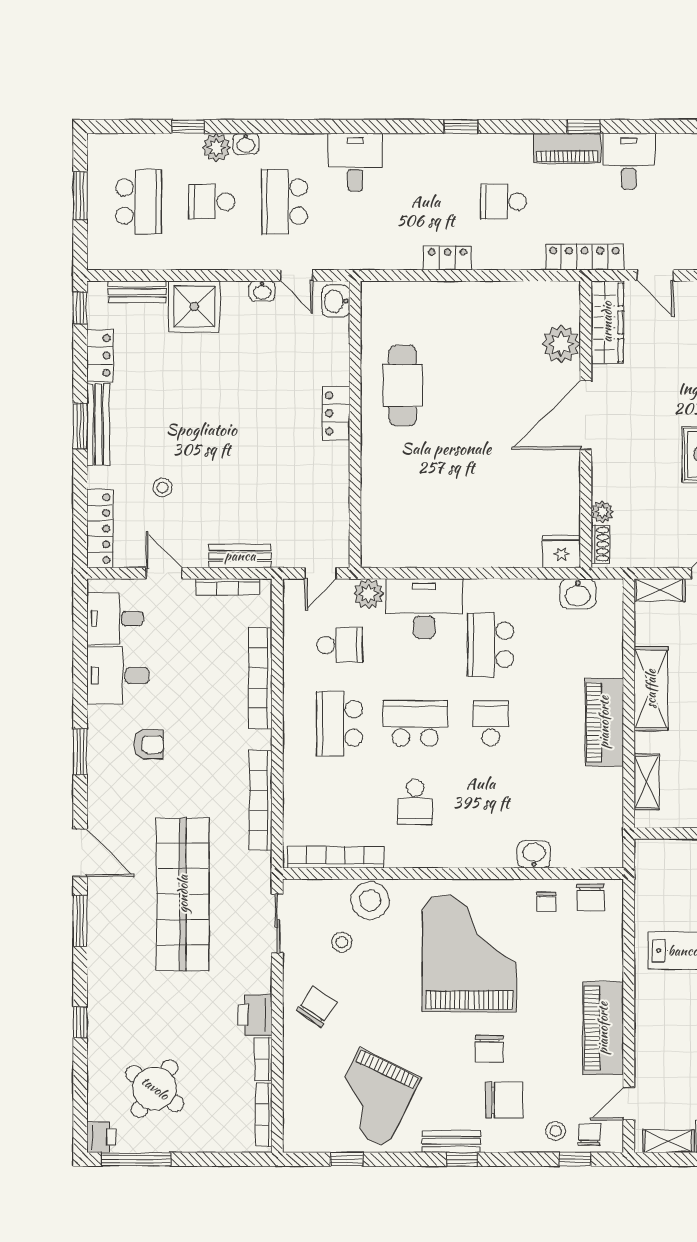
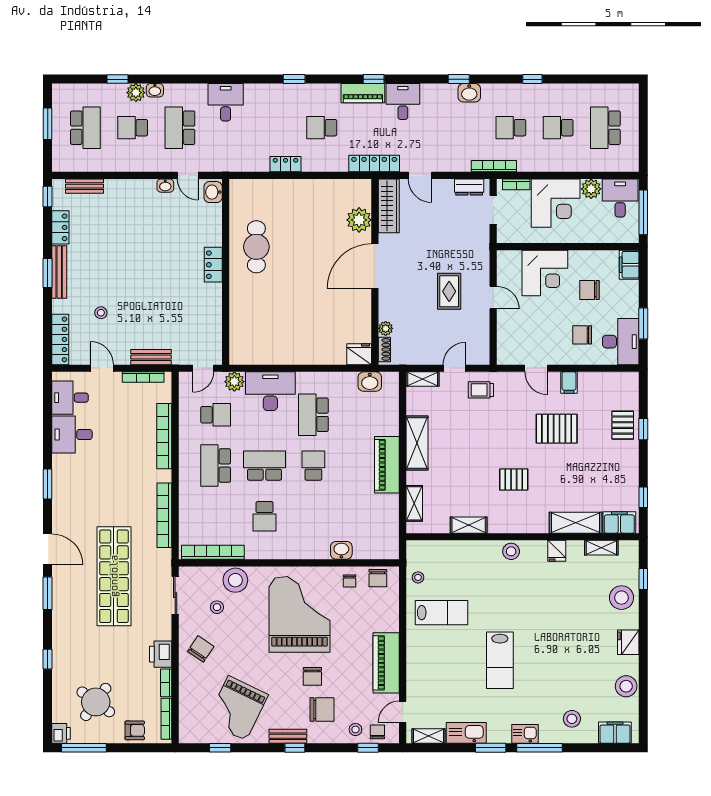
shower: (194, 306) -> (121, 196), removed
armchair: (149, 744) -> (135, 730), moved
stool: (652, 896) -> (418, 577), added

